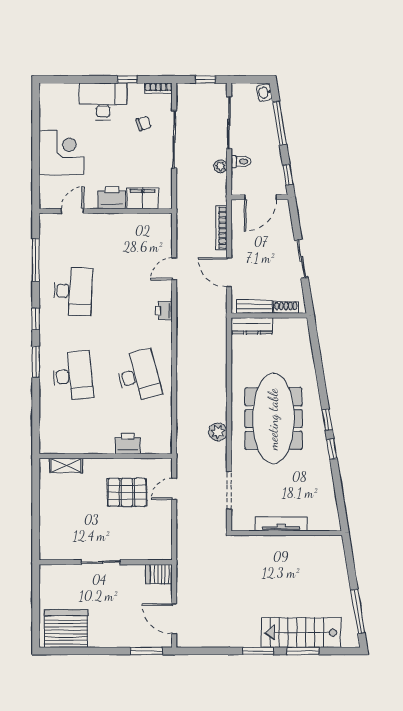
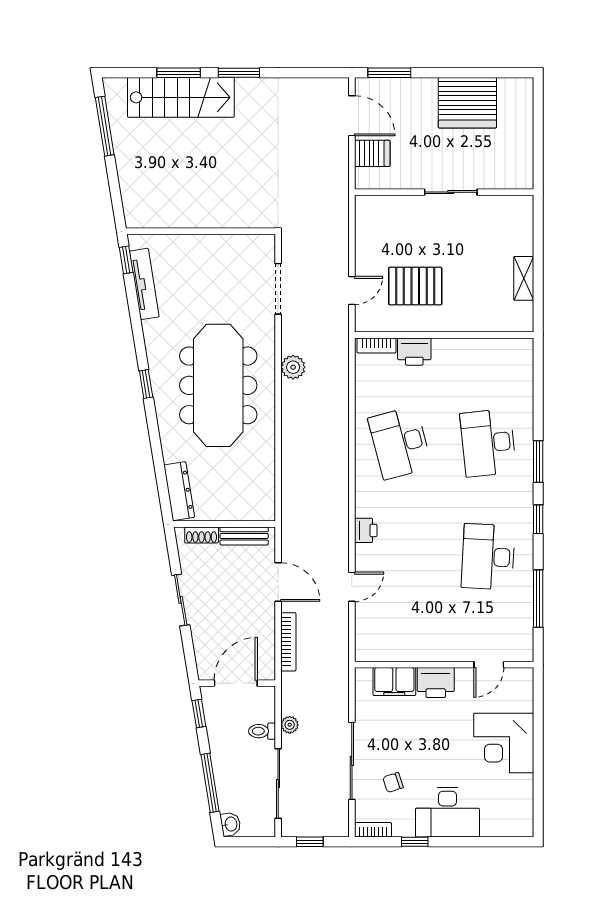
dresser: (252, 326) -> (179, 491), moved, turned 81
bookcase: (156, 448) -> (377, 345), added
window: (332, 449) -> (126, 260), moved
shelving: (66, 465) -> (524, 278), moved, turned 90
tv unit: (281, 524) -> (144, 284), moved, turned -99
server rack: (159, 574) -> (372, 153), moved
server rack: (66, 629) -> (467, 103), moved

